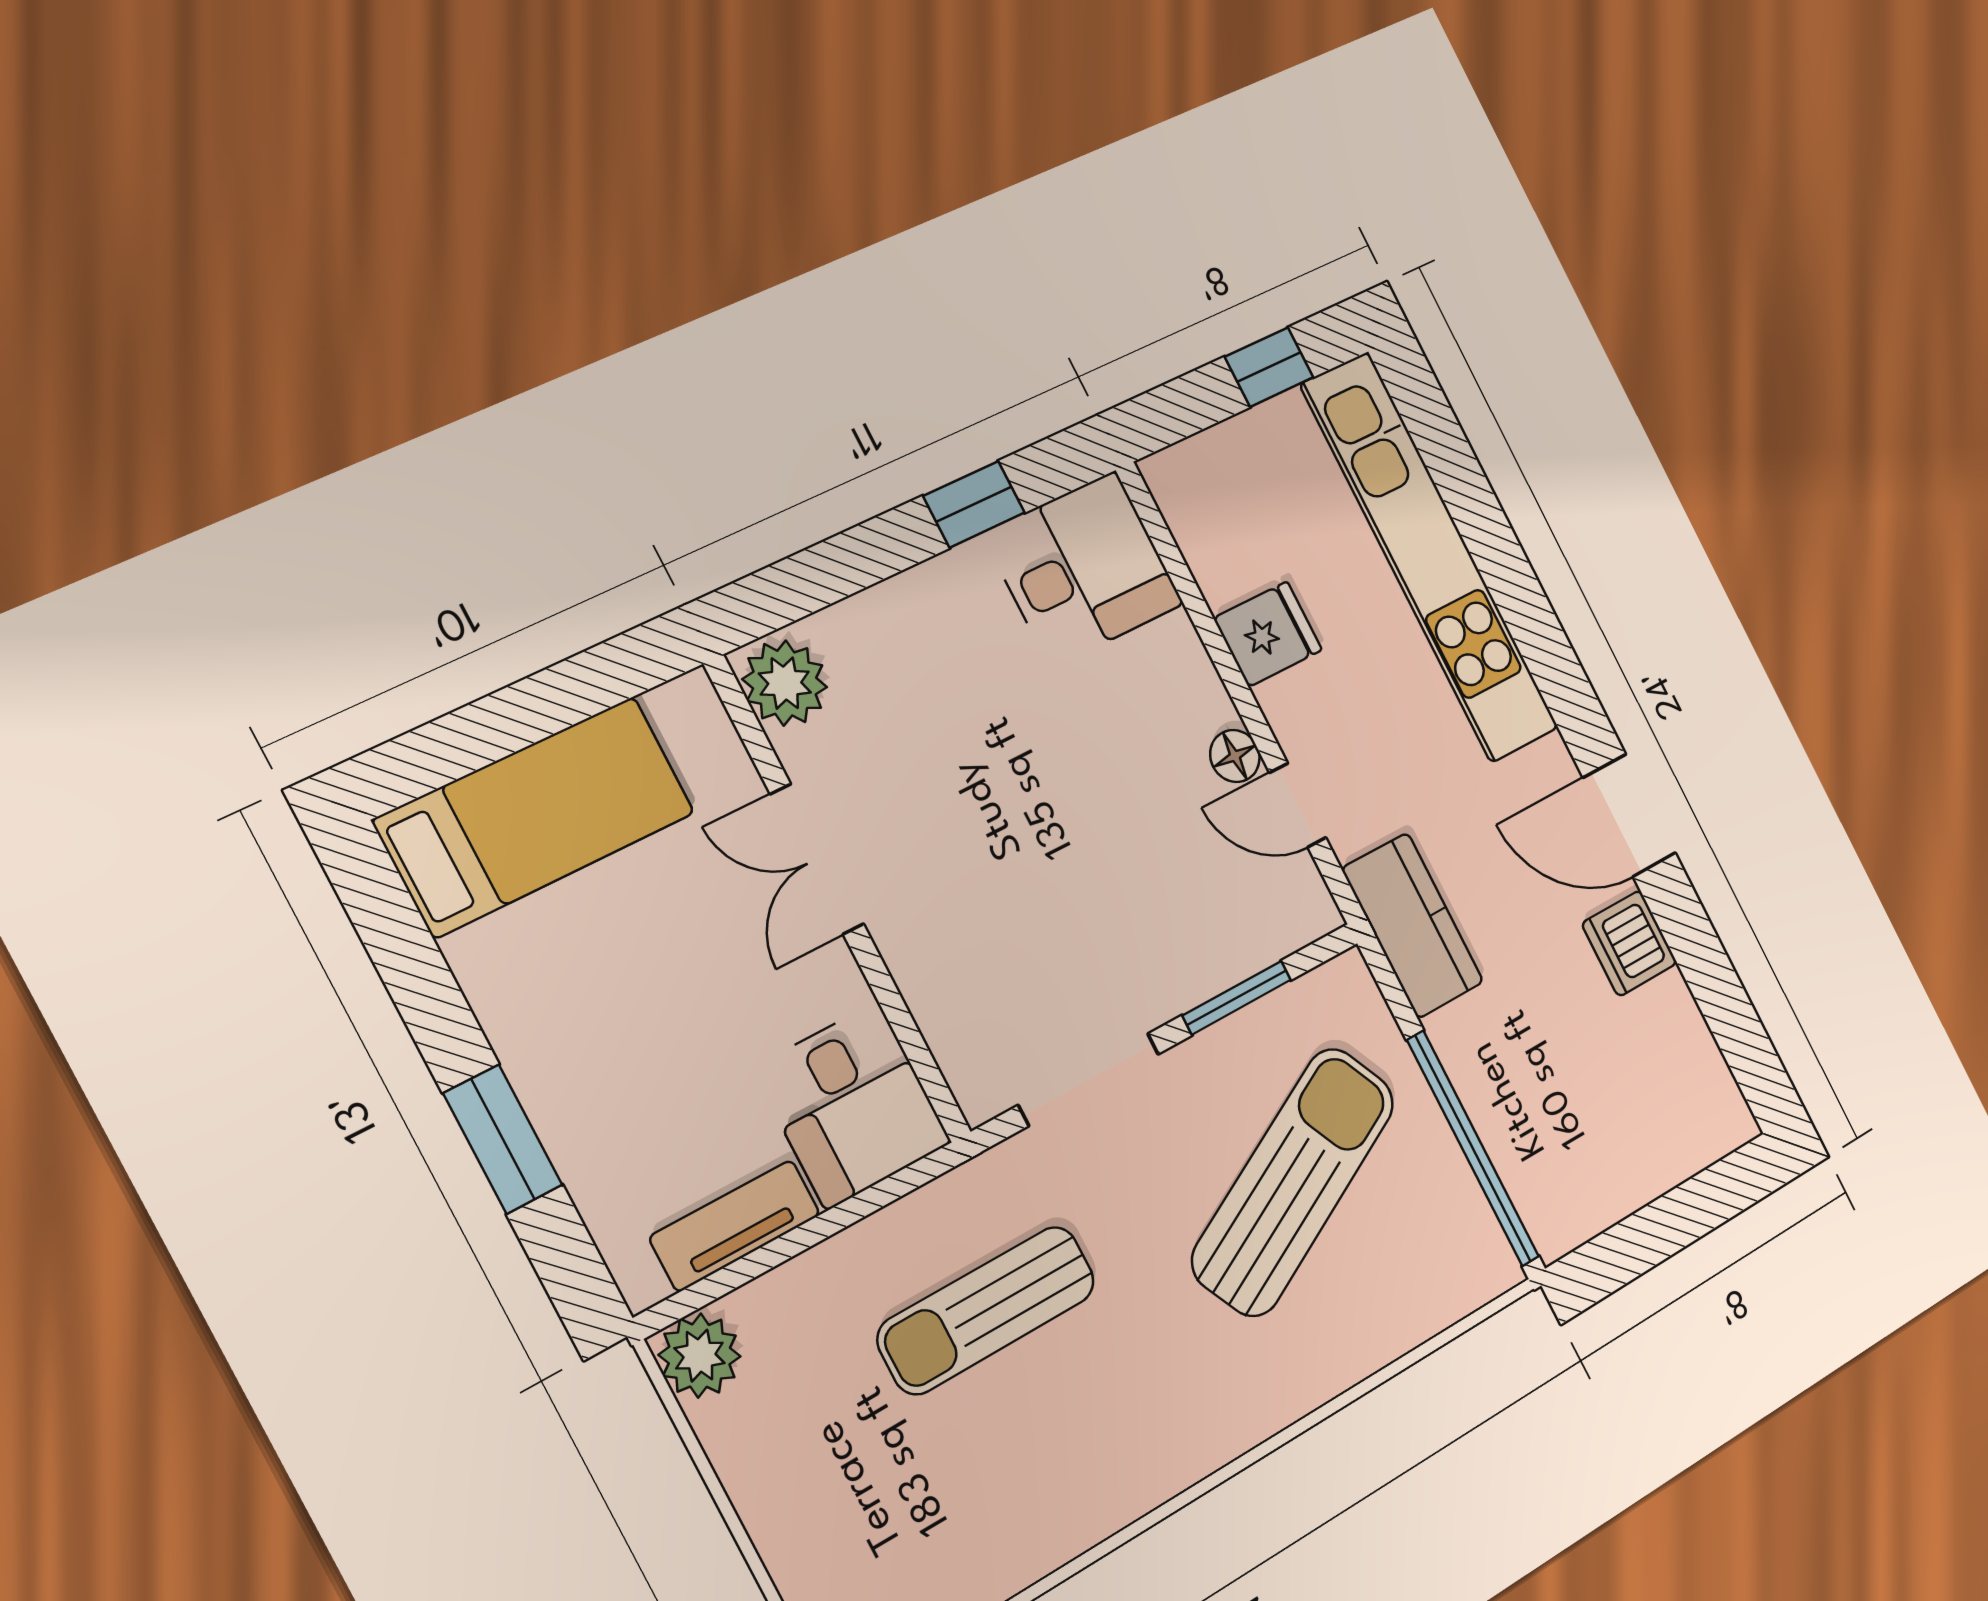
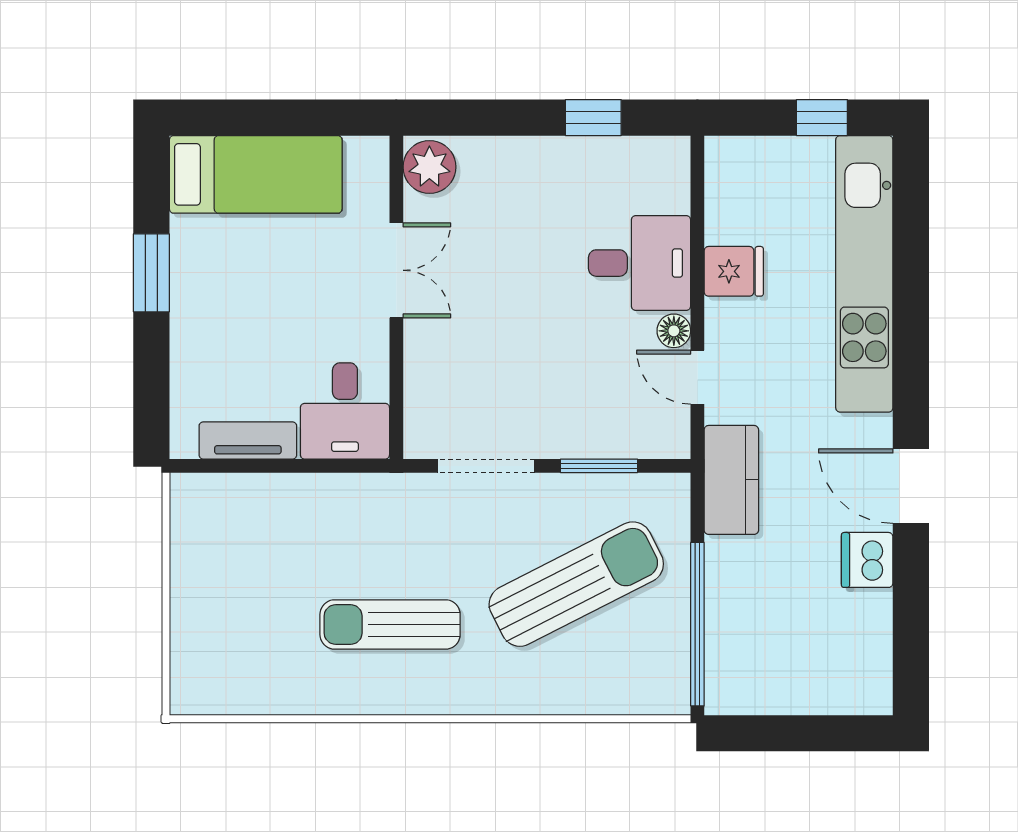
desk: (1083, 569) -> (640, 263), moved
double door: (817, 859) -> (396, 270), swing flipped
window: (503, 1139) -> (151, 273), moved
sun lounger: (987, 1310) -> (390, 624), moved
plant: (700, 1356) -> (194, 497), removed

